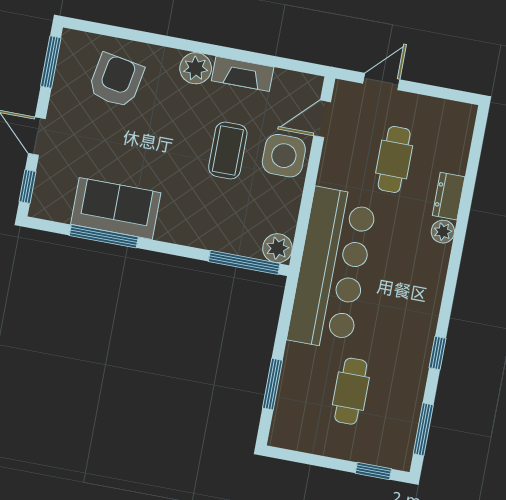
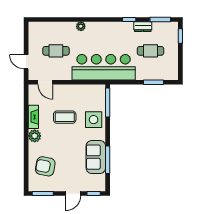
side table: (284, 156) -> (94, 120), moved
dresser: (449, 196) -> (143, 27), moved
plant: (277, 248) -> (100, 90), removed

